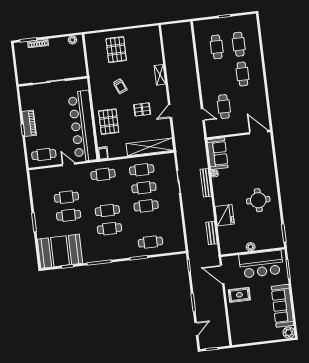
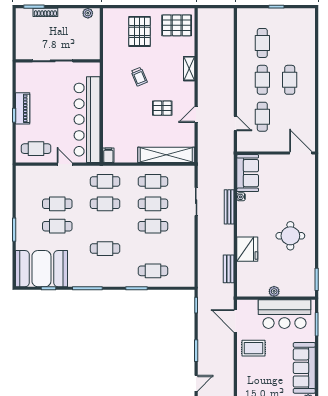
cafe table: (239, 44) -> (262, 80), moved
pallet: (109, 122) -> (177, 25), moved, turned 90
cafe table: (107, 211) -> (105, 204), moved

